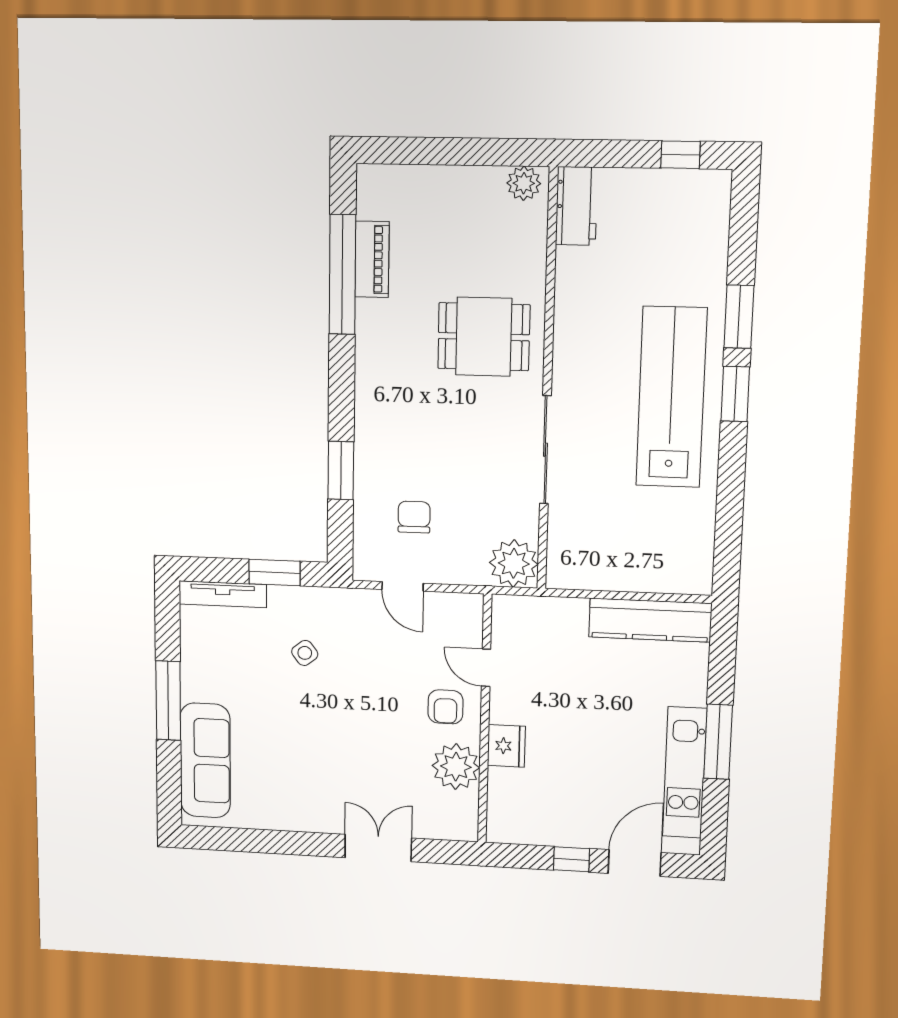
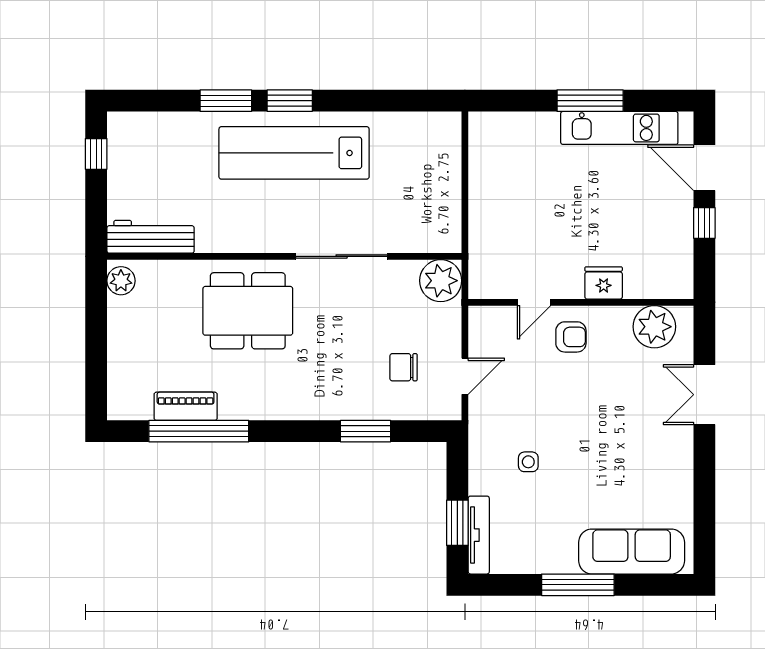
workbench: (576, 206) -> (151, 237), width x1.38
dining table: (484, 337) -> (248, 311), width x1.38
window: (275, 573) -> (457, 523), moved
kitchen counter: (650, 620) -> (485, 163), removed
side table: (305, 653) -> (528, 462), turned 38
plant: (456, 767) -> (654, 327), moved

